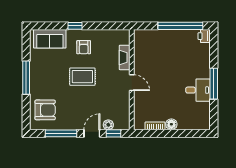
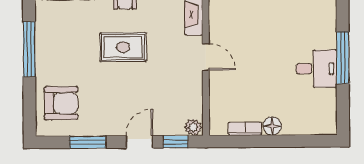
plant: (108, 125) -> (193, 127), moved
window: (61, 133) -> (88, 142), width x0.69

